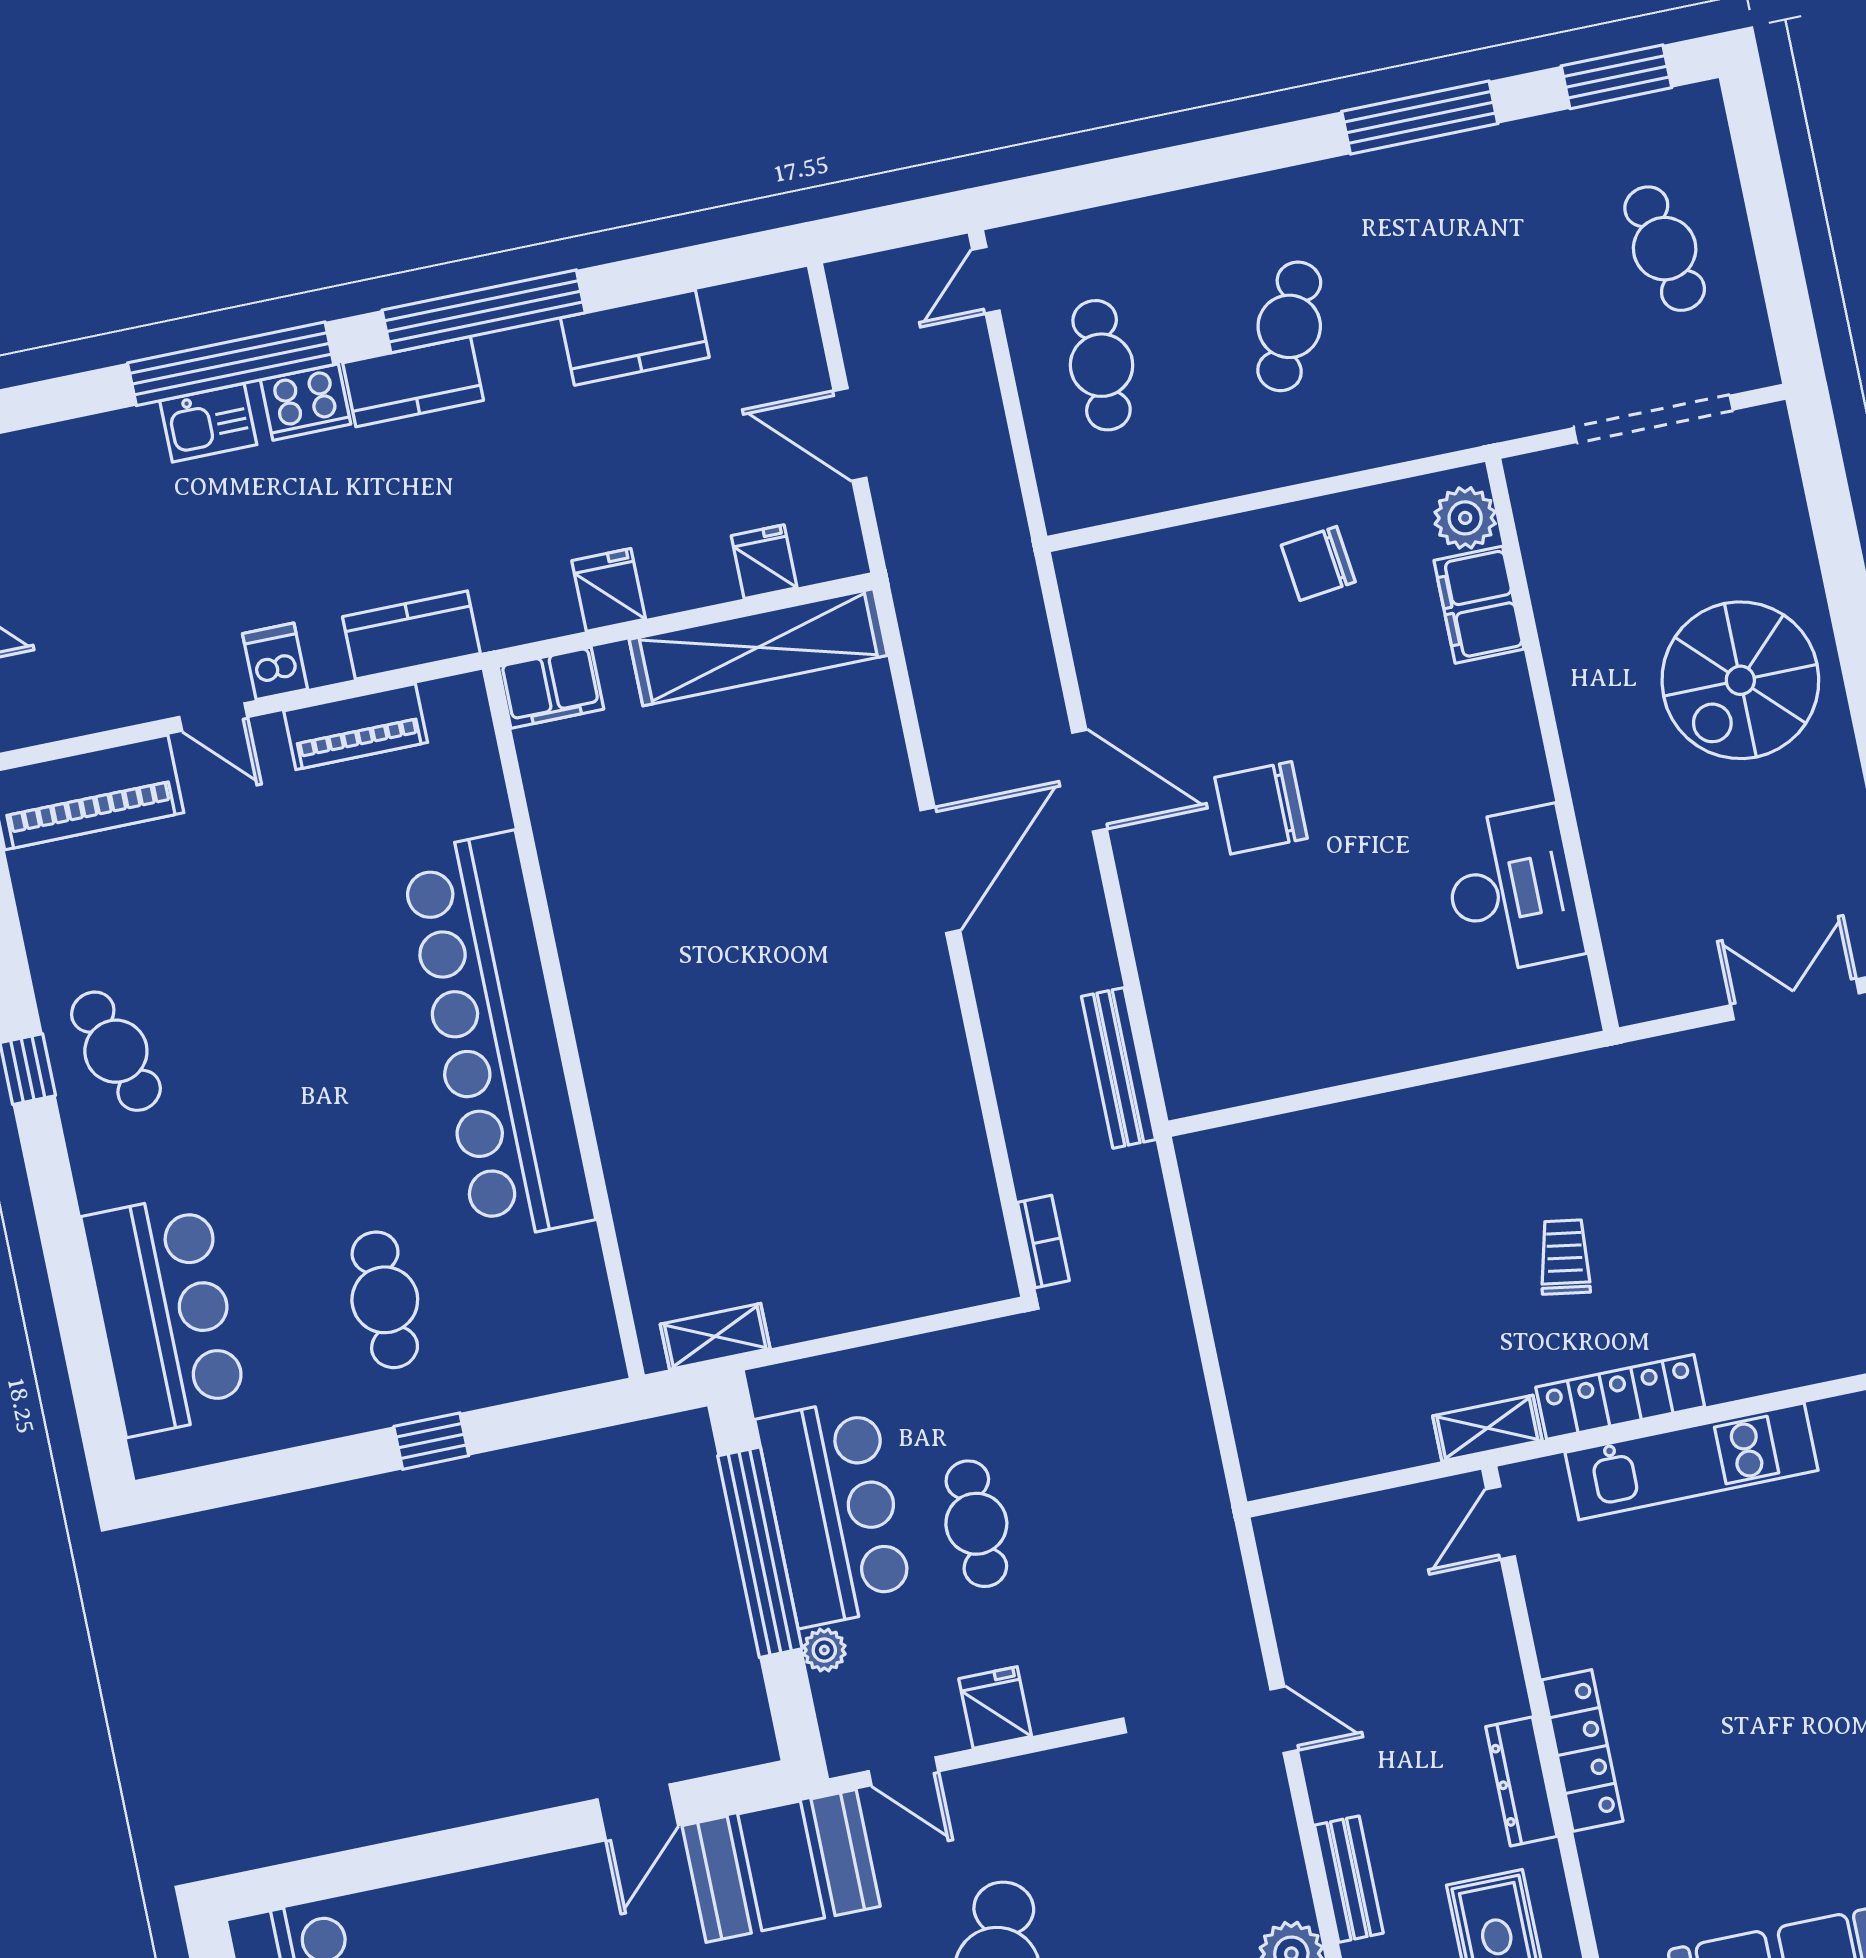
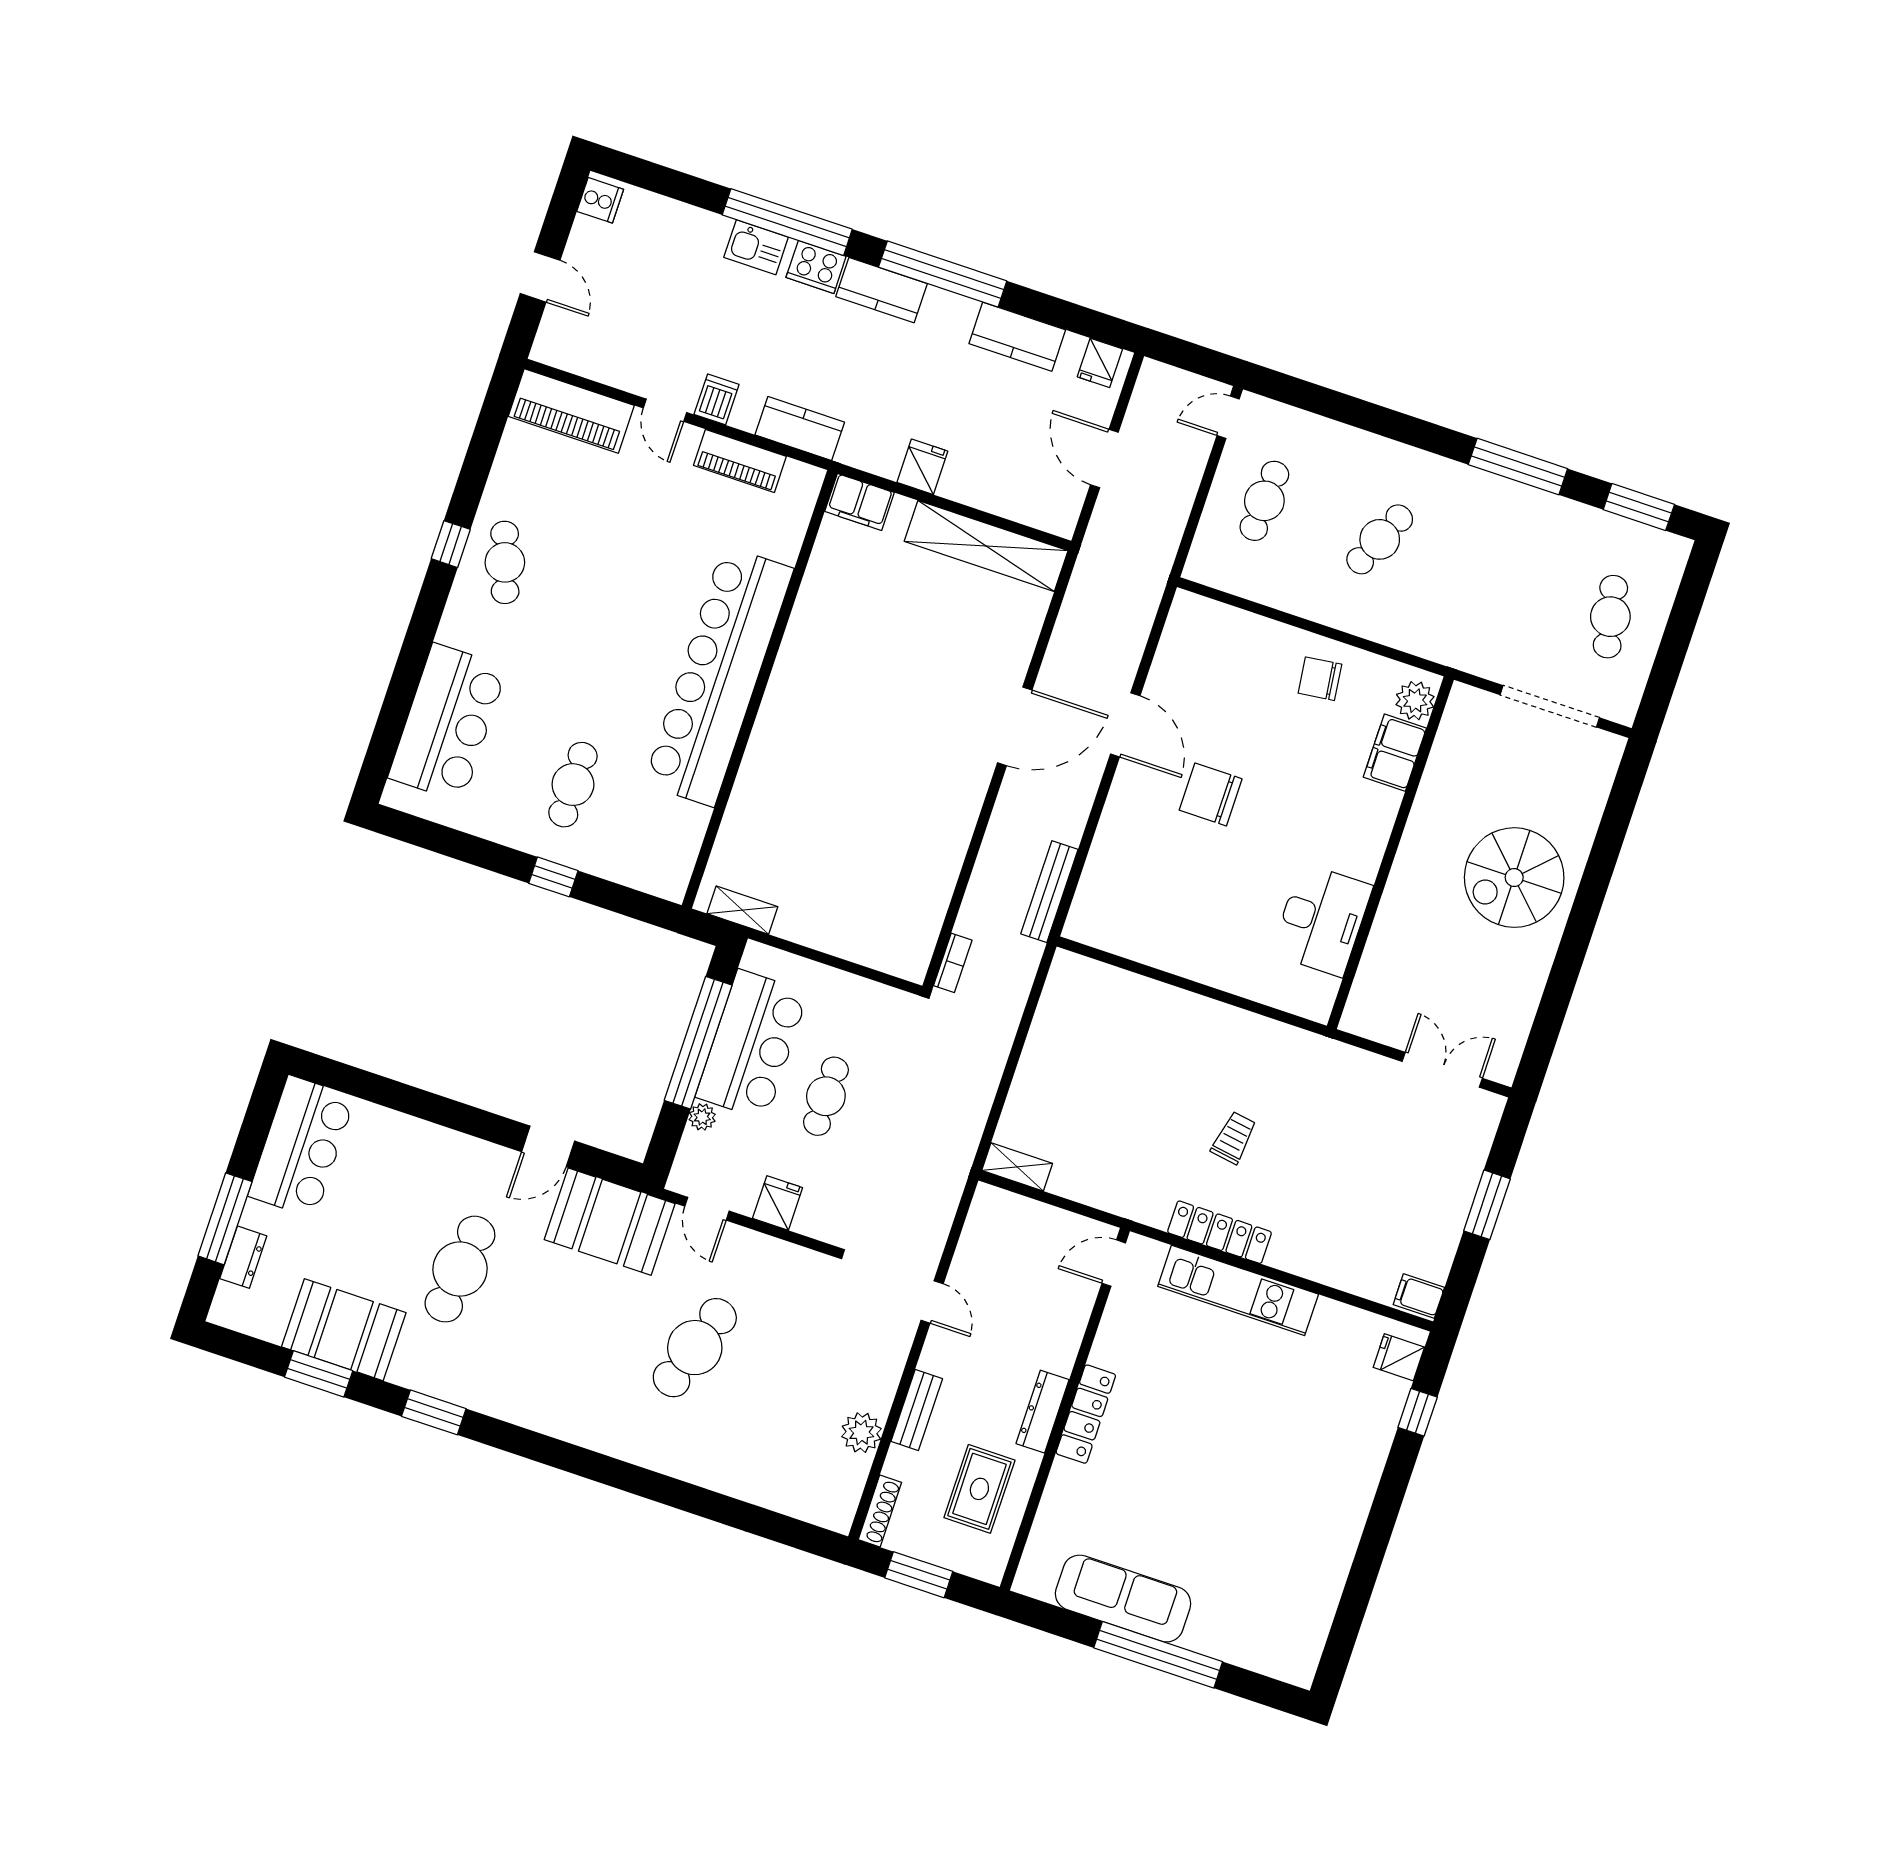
fridge: (764, 562) -> (1100, 363), moved, turned 180
shelving: (1487, 1428) -> (1017, 1167), moved

